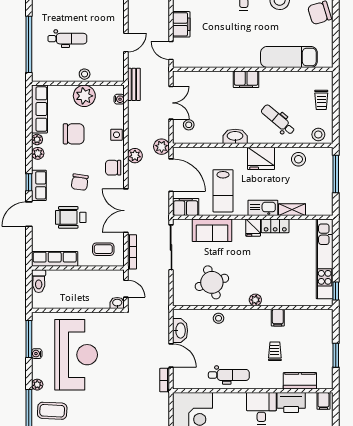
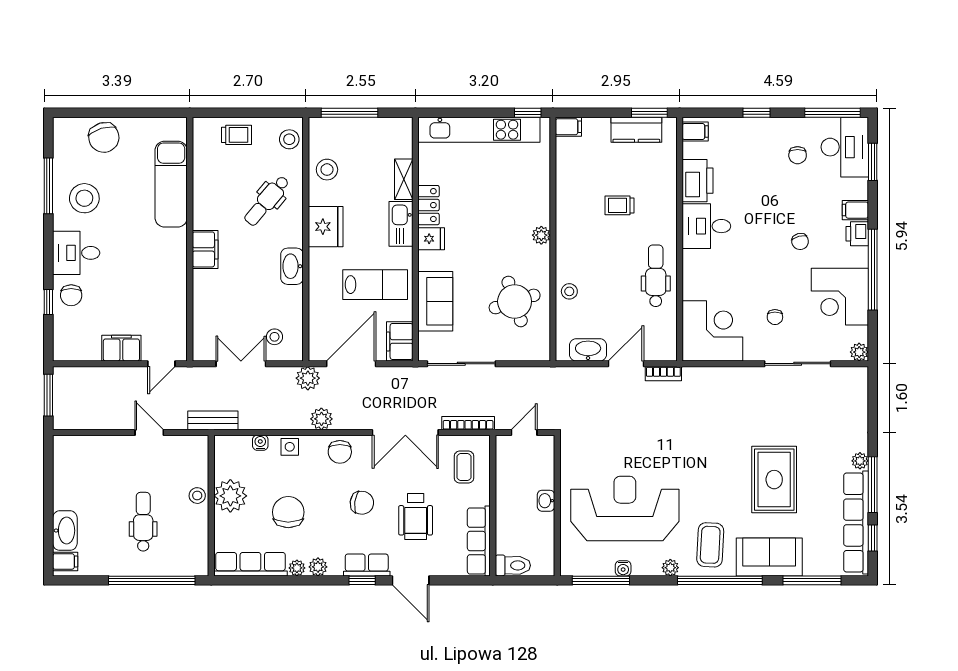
water cooler: (119, 99) -> (260, 443), moved
washbasin: (117, 303) -> (546, 501), moved
filing cabinet: (278, 318) -> (568, 127), moved
window: (336, 355) -> (649, 113), moved
kitchen counter: (300, 381) -> (636, 130), moved, turned -90

